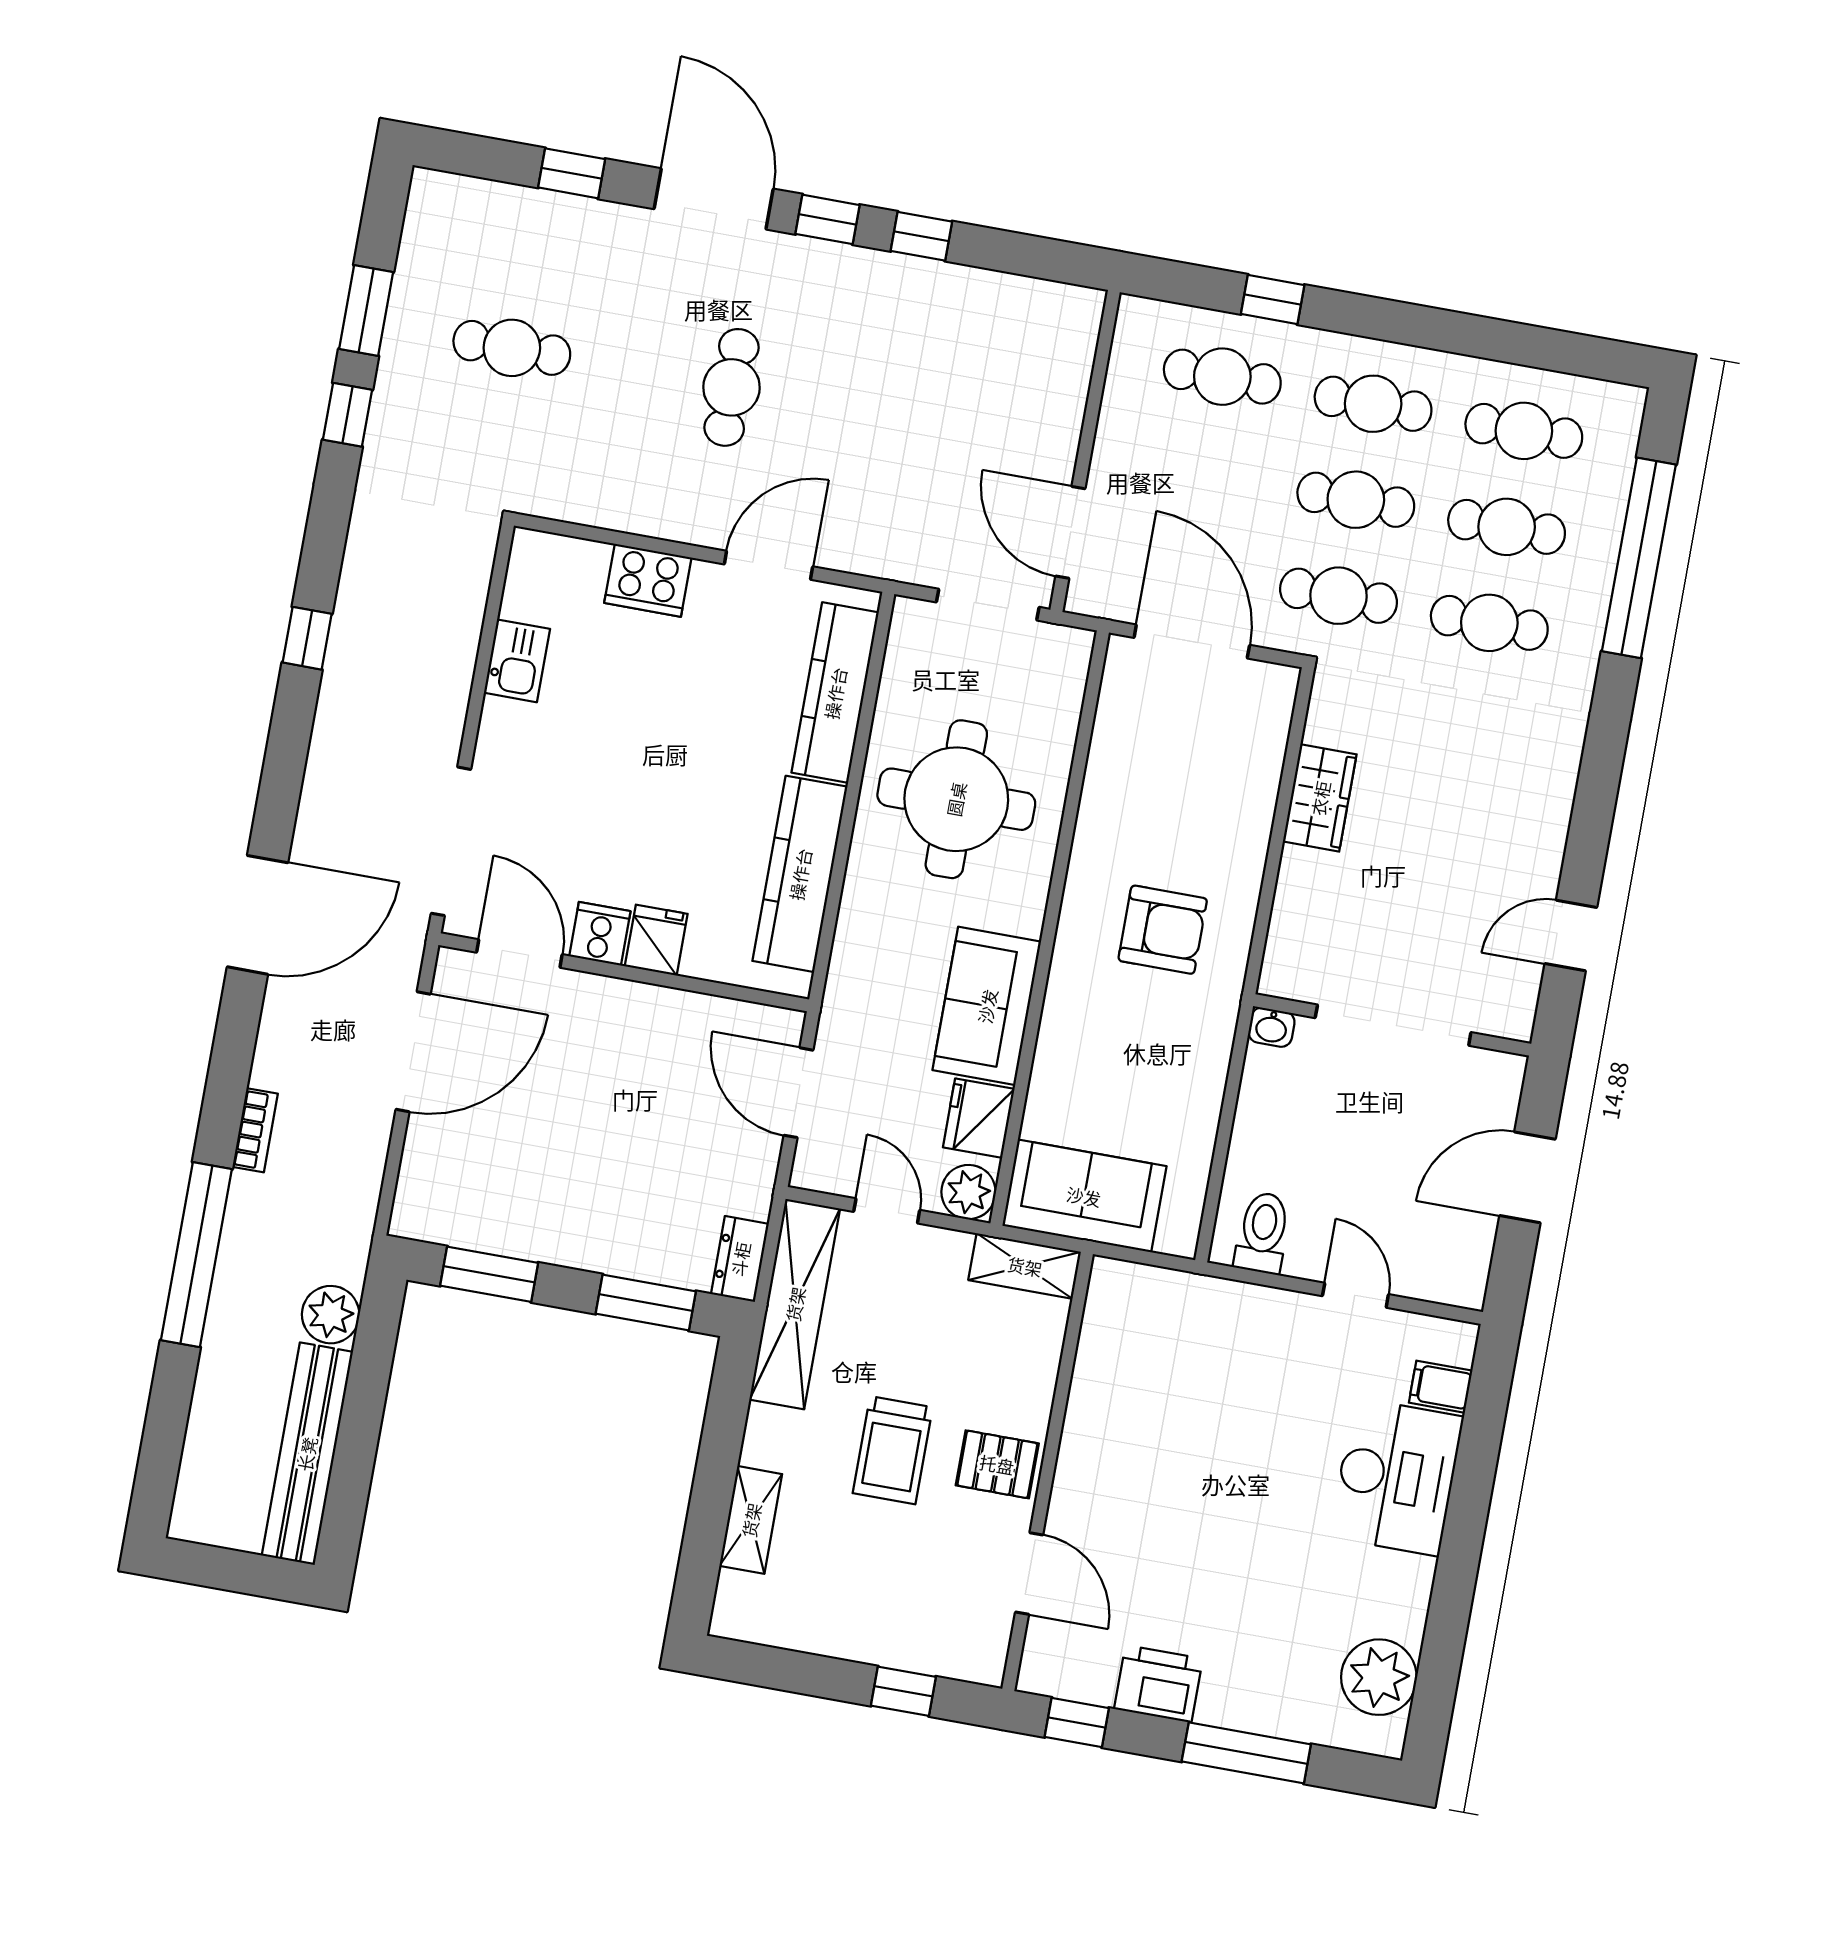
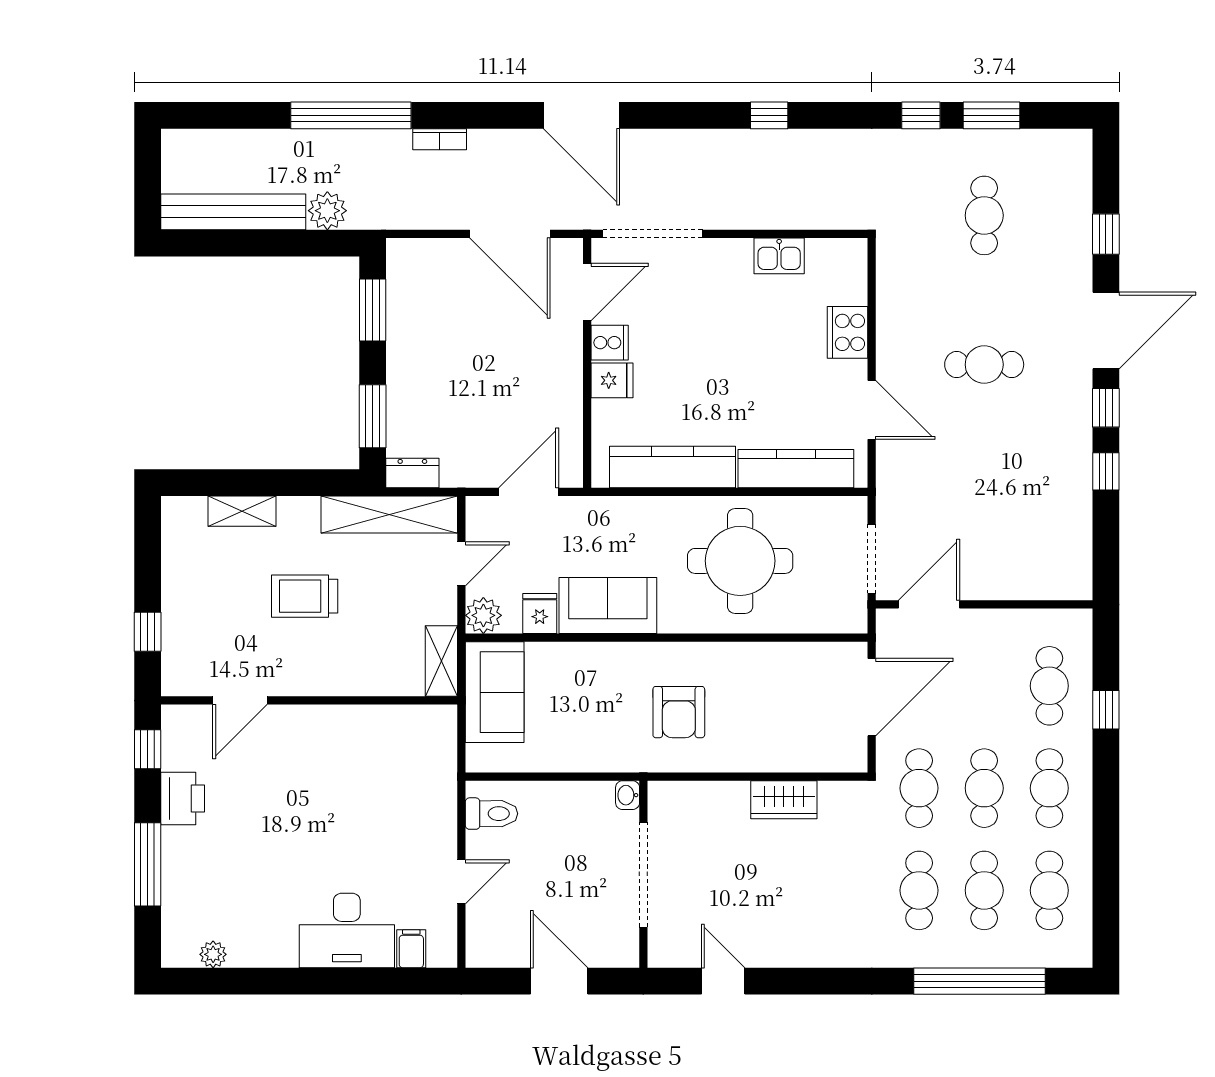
fridge: (979, 1118) -> (540, 613), width x0.72
pallet: (997, 1464) -> (308, 667), removed
plant: (1379, 1677) -> (213, 954), width x0.53, depth x0.53

